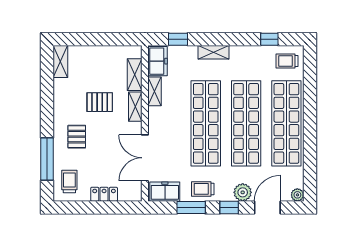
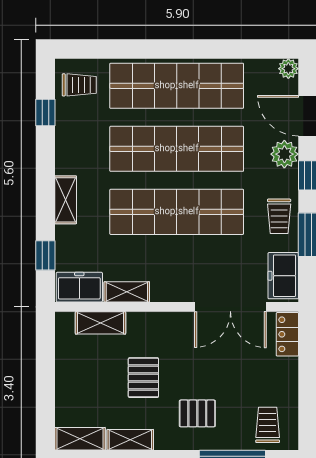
trolley: (287, 61) -> (79, 85), turned -90
shelving: (135, 107) -> (130, 440), moved
trolley: (69, 182) -> (268, 425), turned 90
locker: (104, 194) -> (287, 334), moved

